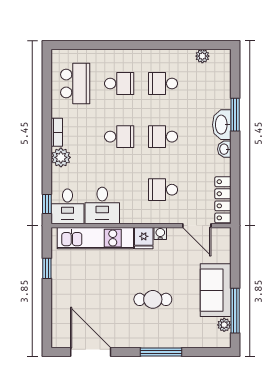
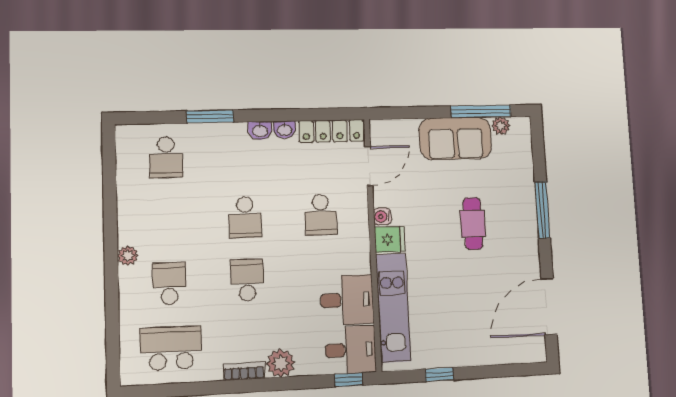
plant: (202, 56) -> (128, 256), moved
school desk: (163, 84) -> (166, 157), moved
washbasin: (222, 125) -> (284, 130), moved, width x0.52, depth x0.69

